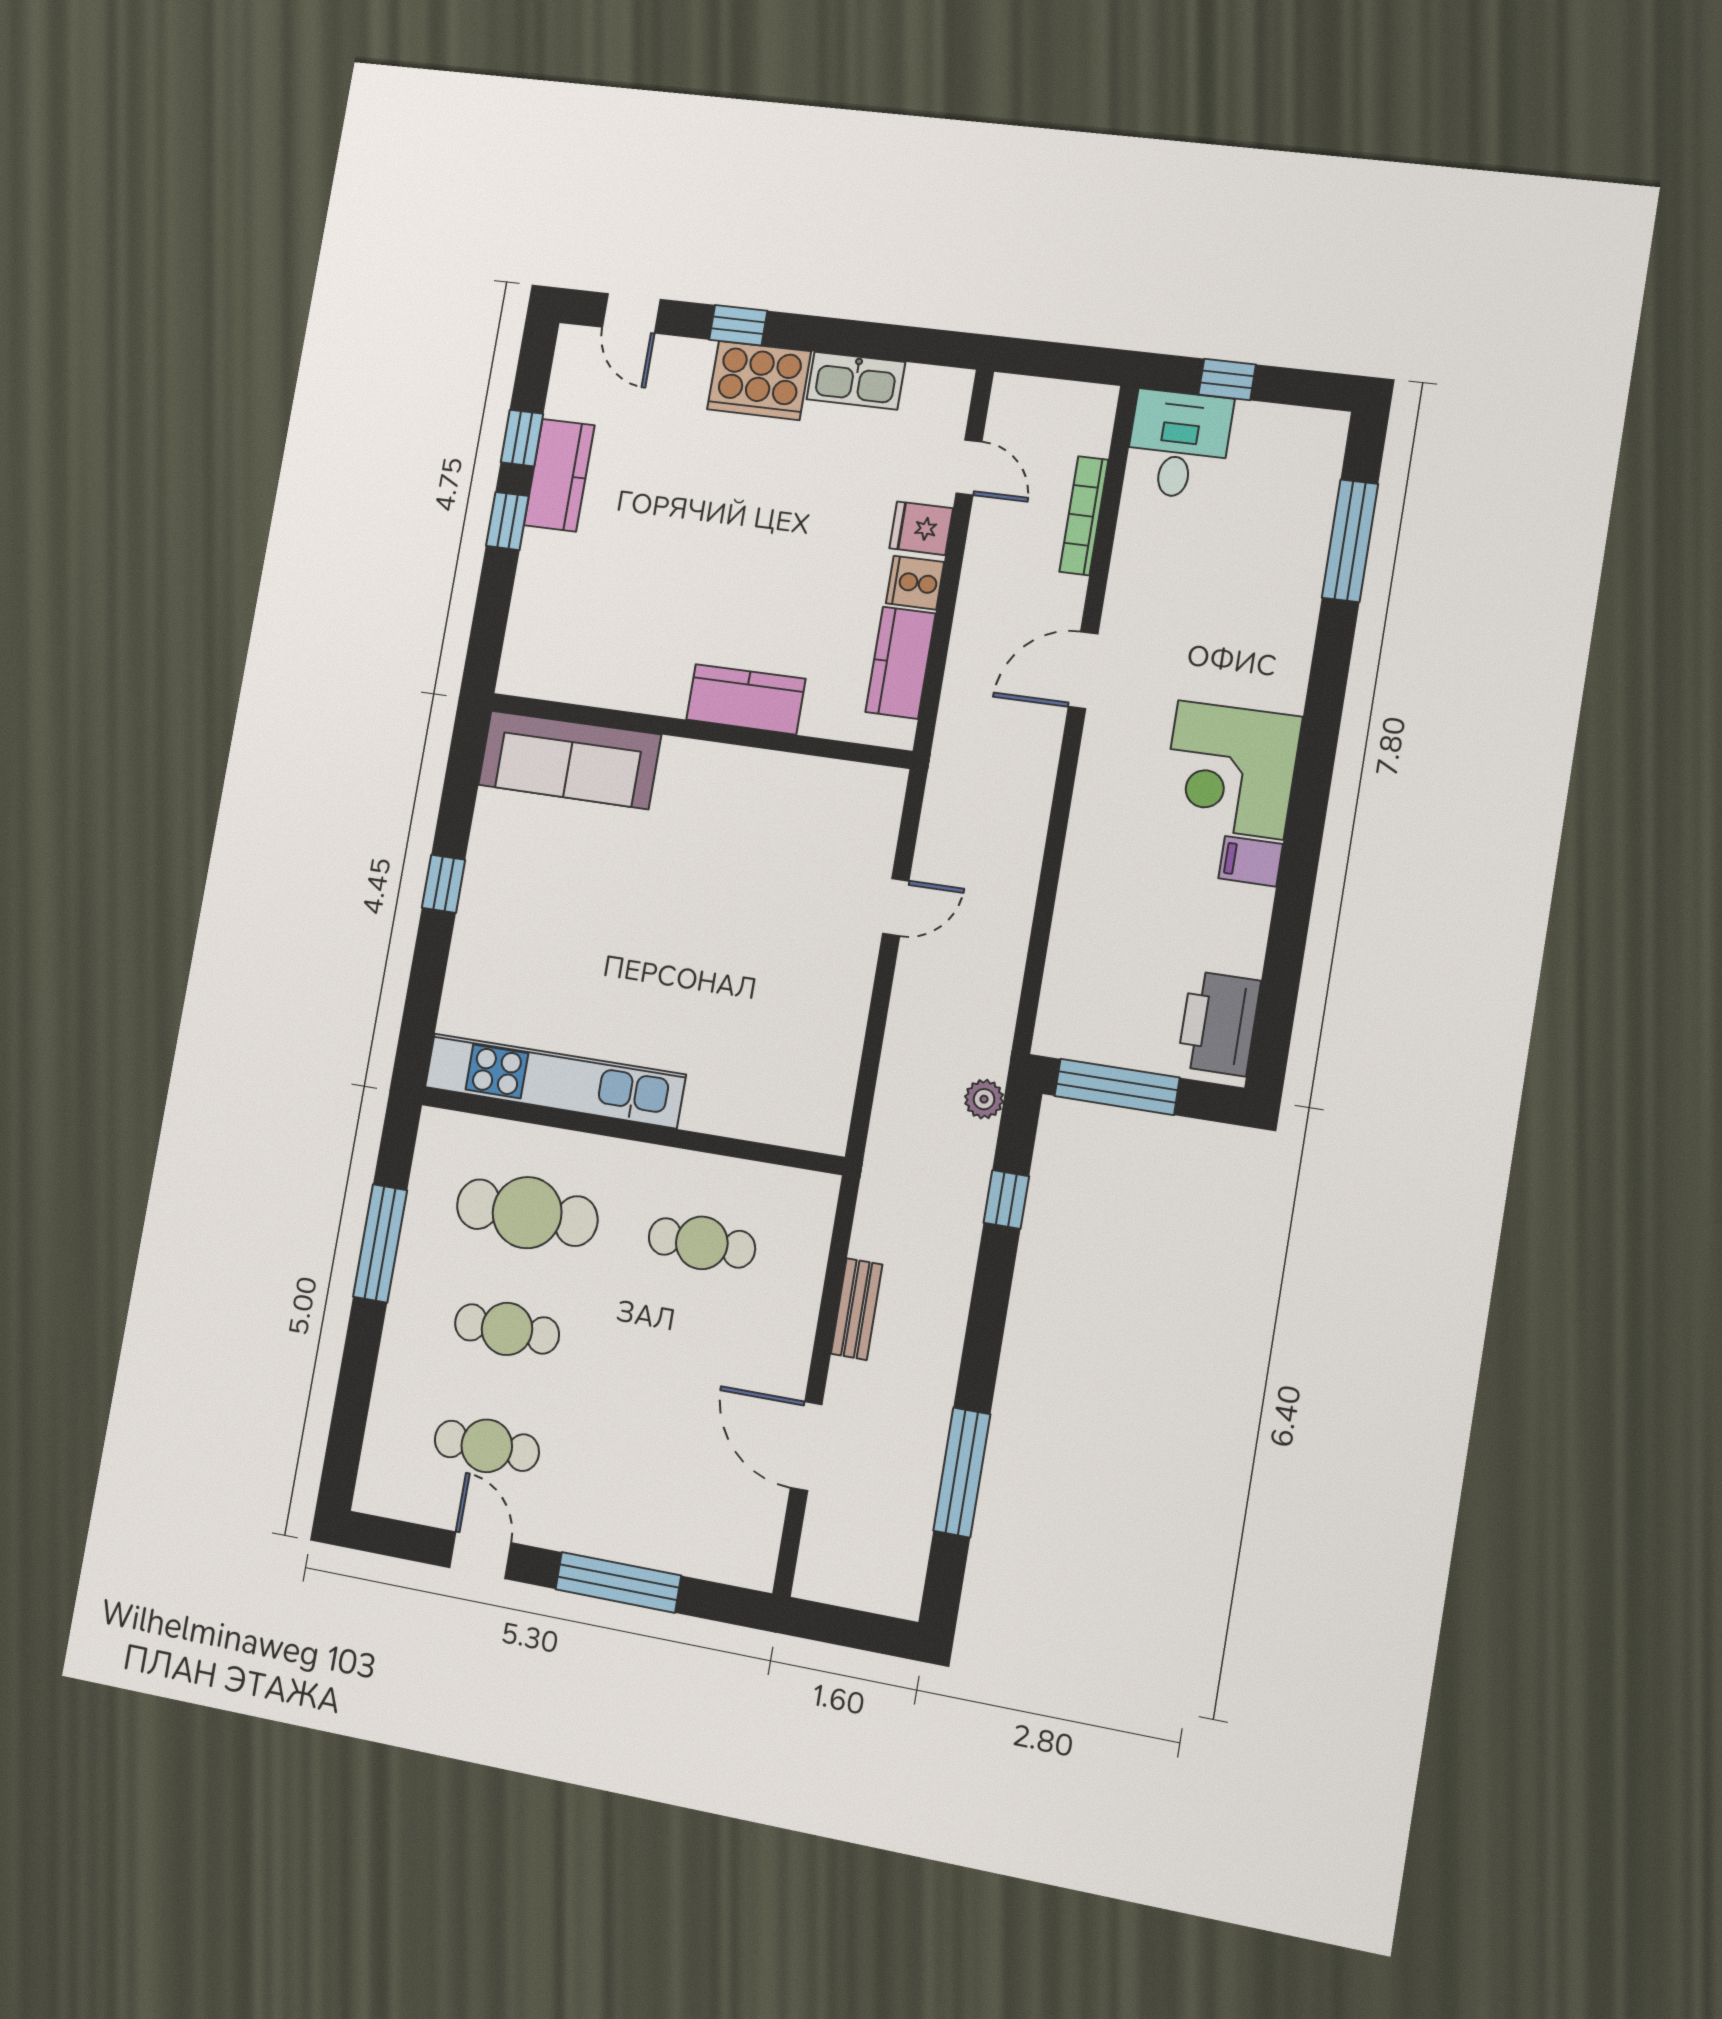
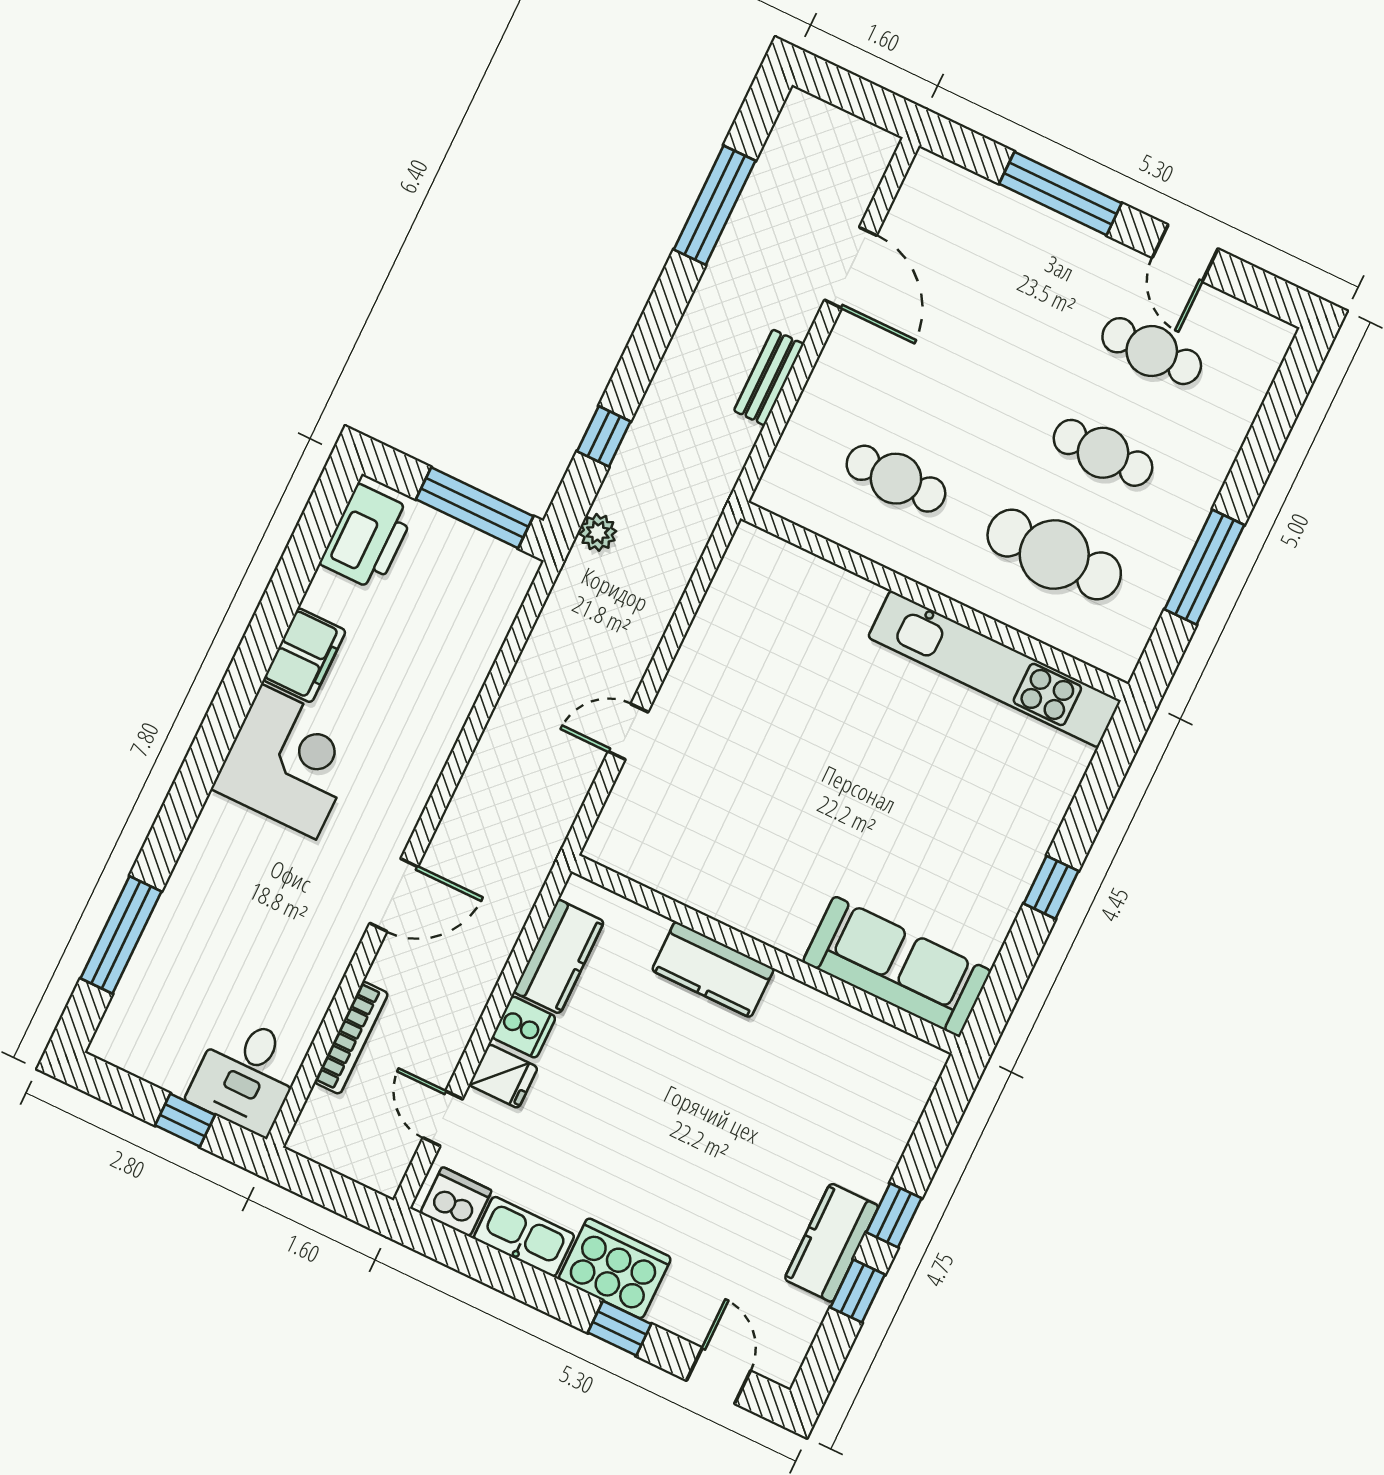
dishwasher: (932, 391) -> (456, 1202), added
filing cabinet: (1251, 861) -> (304, 655), width x2.00

